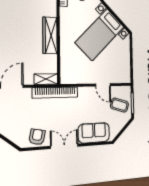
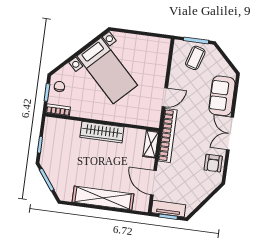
door: (103, 85) -> (165, 97), moved
armchair: (37, 137) -> (213, 163), turned -102

